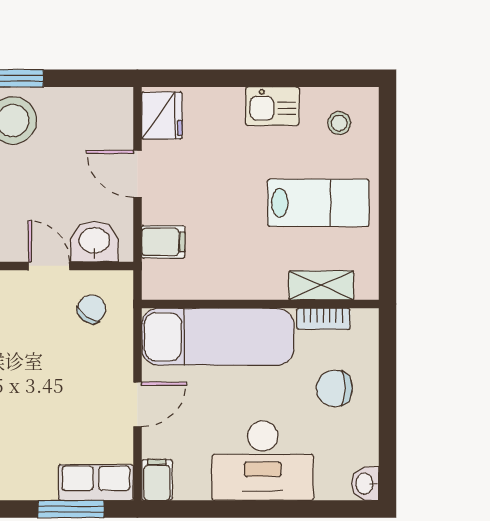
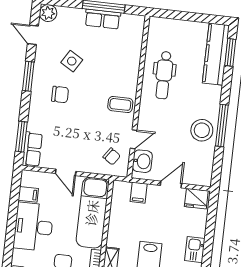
filing cabinet: (157, 480) -> (28, 194), moved

